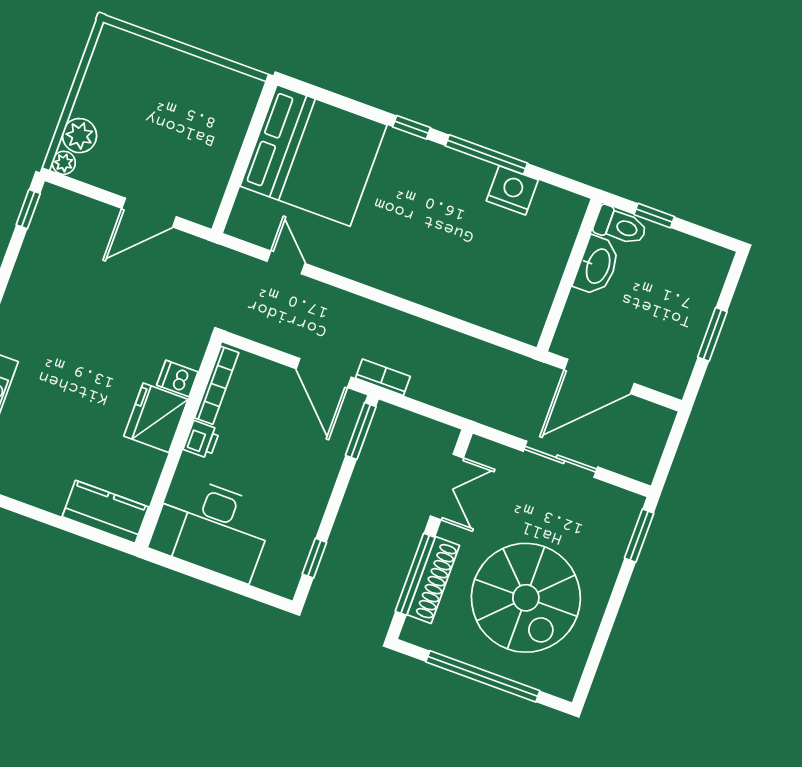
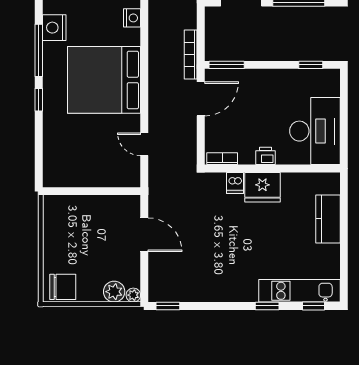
chair: (115, 61) -> (63, 287), added
bed: (314, 155) -> (104, 80), moved, turned -90
door: (286, 262) -> (144, 144), hinge flipped
nightstand: (484, 313) -> (132, 18), added
bookcase: (383, 377) -> (191, 54), width x1.56
bookcase: (217, 385) -> (222, 159), width x0.64
kitchen counter: (105, 512) -> (328, 219), moved

